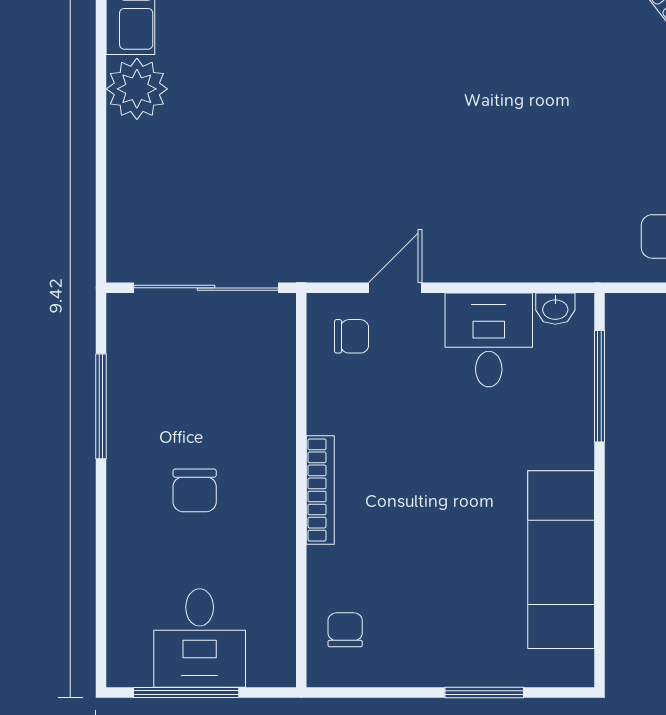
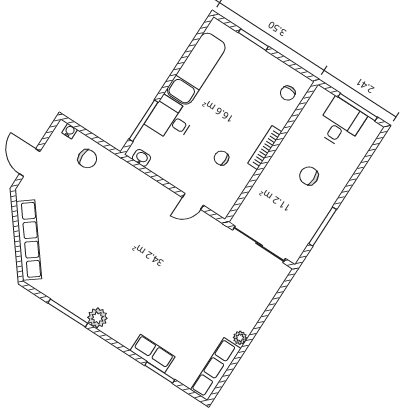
plant: (137, 89) -> (240, 338), width x0.53, depth x0.53
chair: (352, 336) -> (221, 158), moved
desk: (489, 340) -> (170, 119), moved, turned 90
chair: (195, 490) -> (309, 176), turned -90

